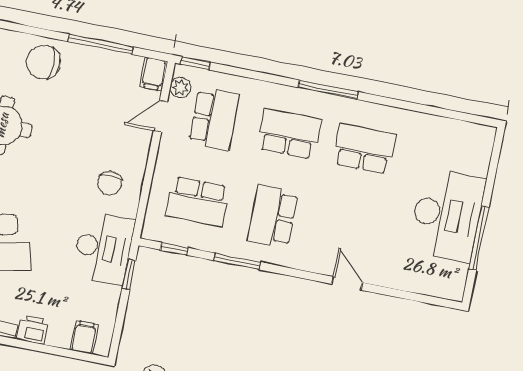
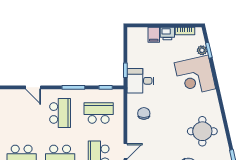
desk: (103, 248) -> (141, 81), width x0.73
door: (347, 283) -> (33, 87), moved
filing cabinet: (84, 337) -> (154, 35), moved

